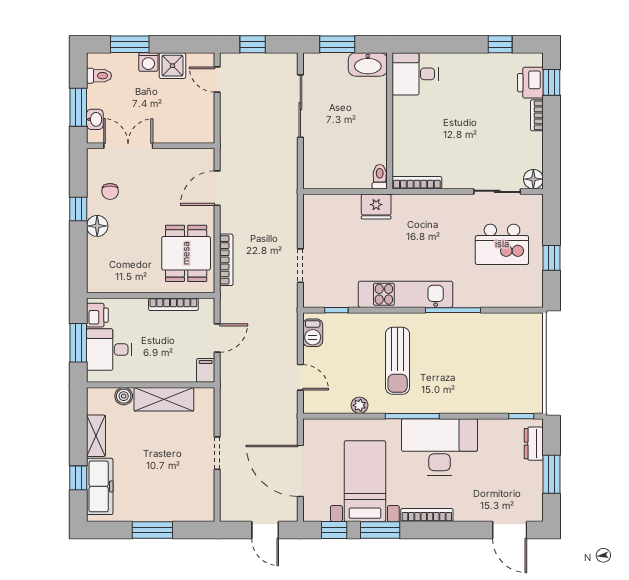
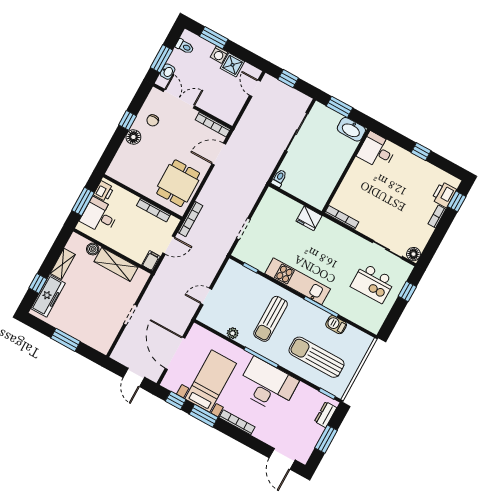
window: (500, 44) -> (421, 152), moved
bookcase: (189, 155) -> (213, 124), added
toilet: (380, 177) -> (279, 178), moved
window: (551, 258) -> (407, 291), moved
bookcase: (226, 260) -> (190, 219), moved
barbecue: (313, 333) -> (336, 325), moved, turned 90
door: (300, 377) -> (206, 297), swing flipped
sun lounger: (482, 377) -> (317, 357), added

